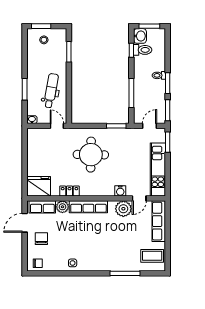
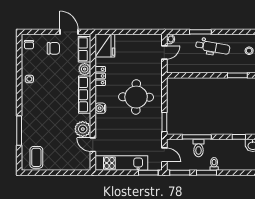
toilet: (143, 50) -> (198, 148), moved
dental chair: (51, 91) -> (213, 47), moved
door: (57, 126) -> (164, 52), moved
water cooler: (120, 191) -> (100, 108), moved
row of seats: (159, 221) -> (71, 164), removed

